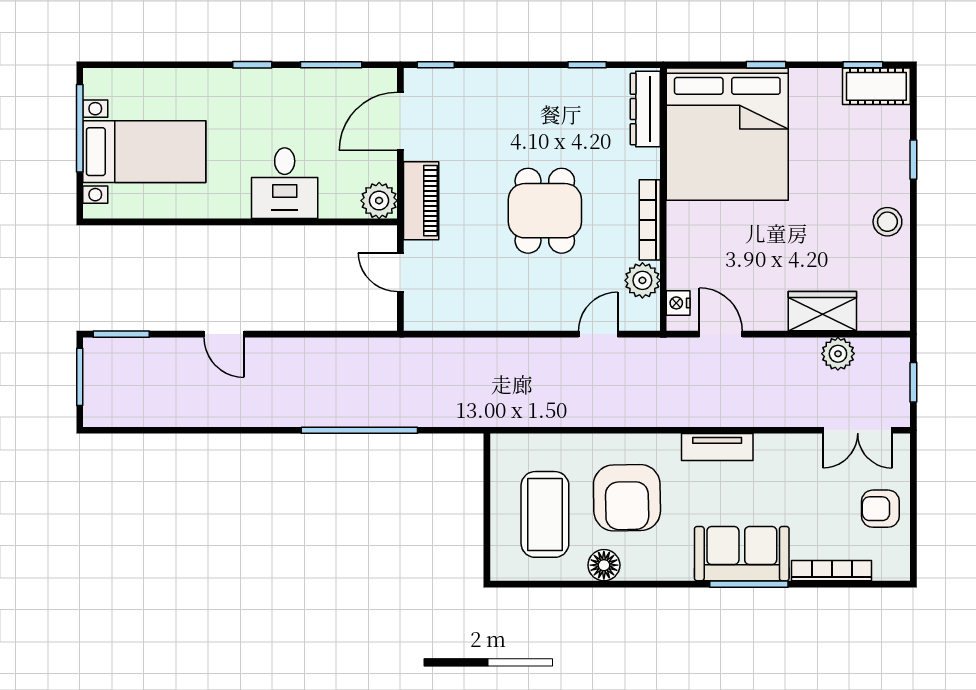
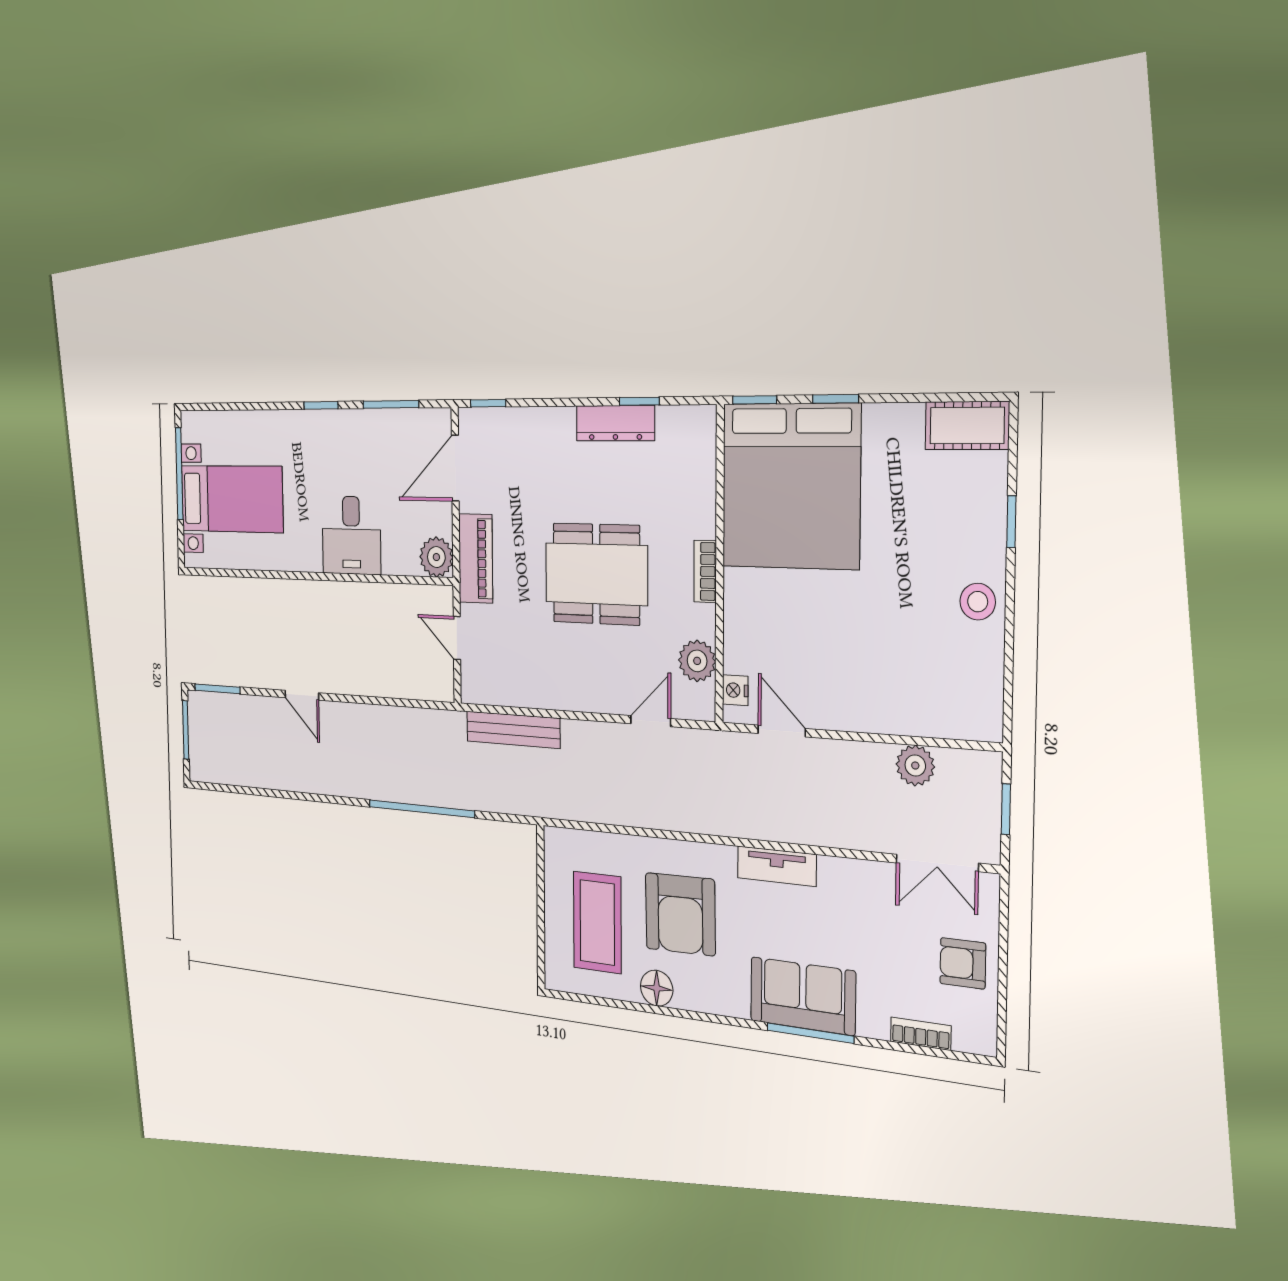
window: (863, 65) -> (755, 400), moved
dresser: (645, 109) -> (615, 423), moved, turned -90
dining table: (545, 211) -> (596, 574), width x1.38
bookcase: (650, 220) -> (705, 571), width x0.64
wardrobe: (822, 311) -> (898, 711), removed
bench: (459, 351) -> (513, 730), added
bookcase: (832, 571) -> (921, 1034), width x0.64

